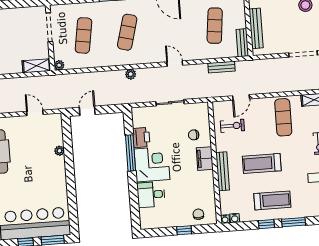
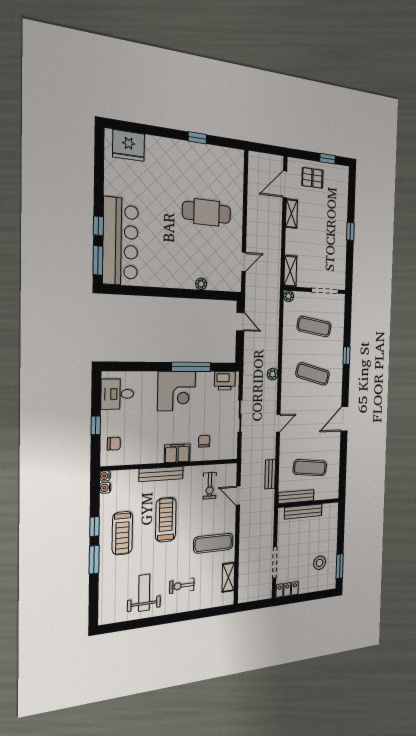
bench: (242, 43) -> (296, 497), width x1.36
printer: (141, 137) -> (225, 381), moved
desk: (151, 195) -> (117, 394), moved, turned -90

